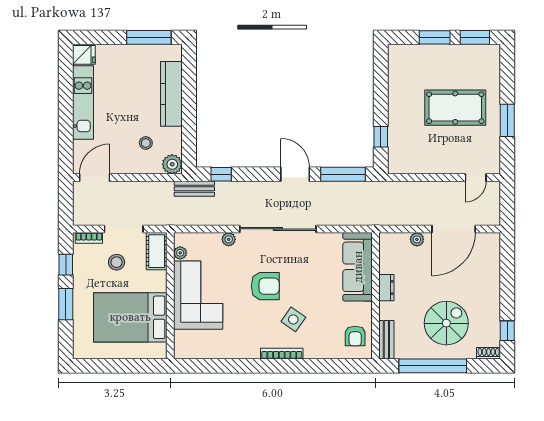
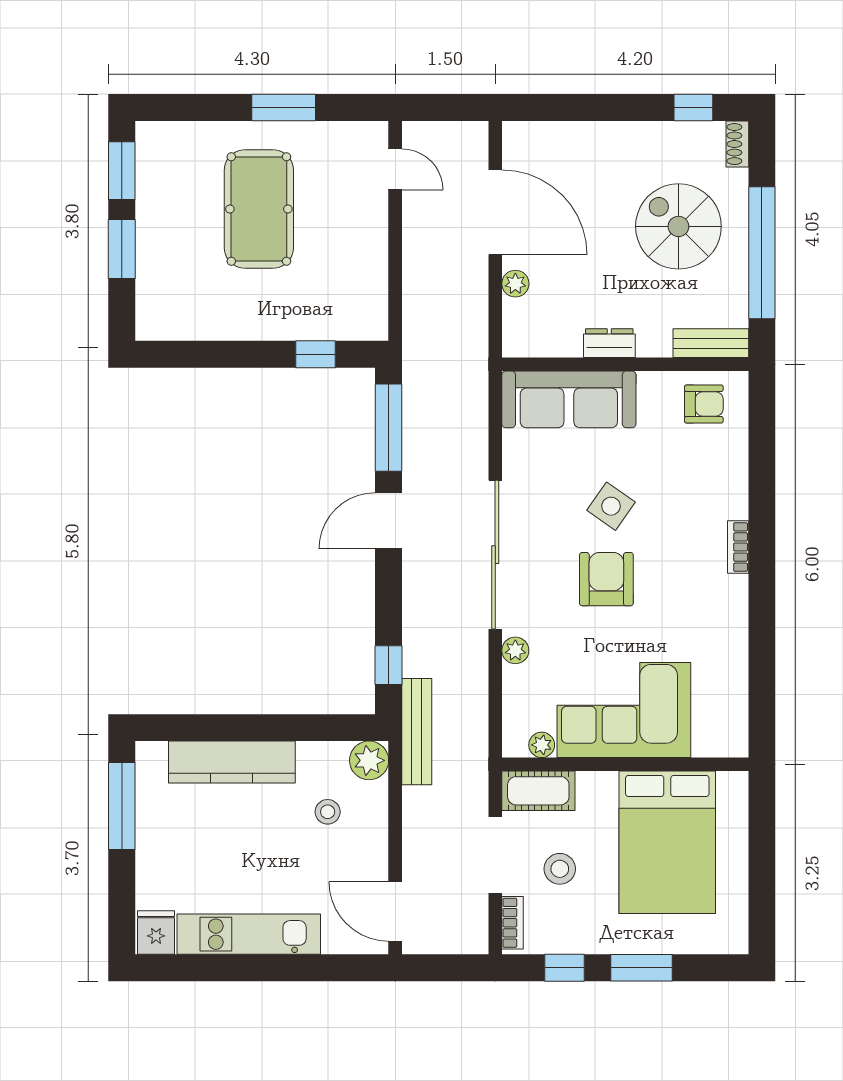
bench: (194, 189) -> (417, 732), width x1.36
side table: (293, 319) -> (611, 506), moved
bookcase: (282, 354) -> (738, 547), width x0.64

